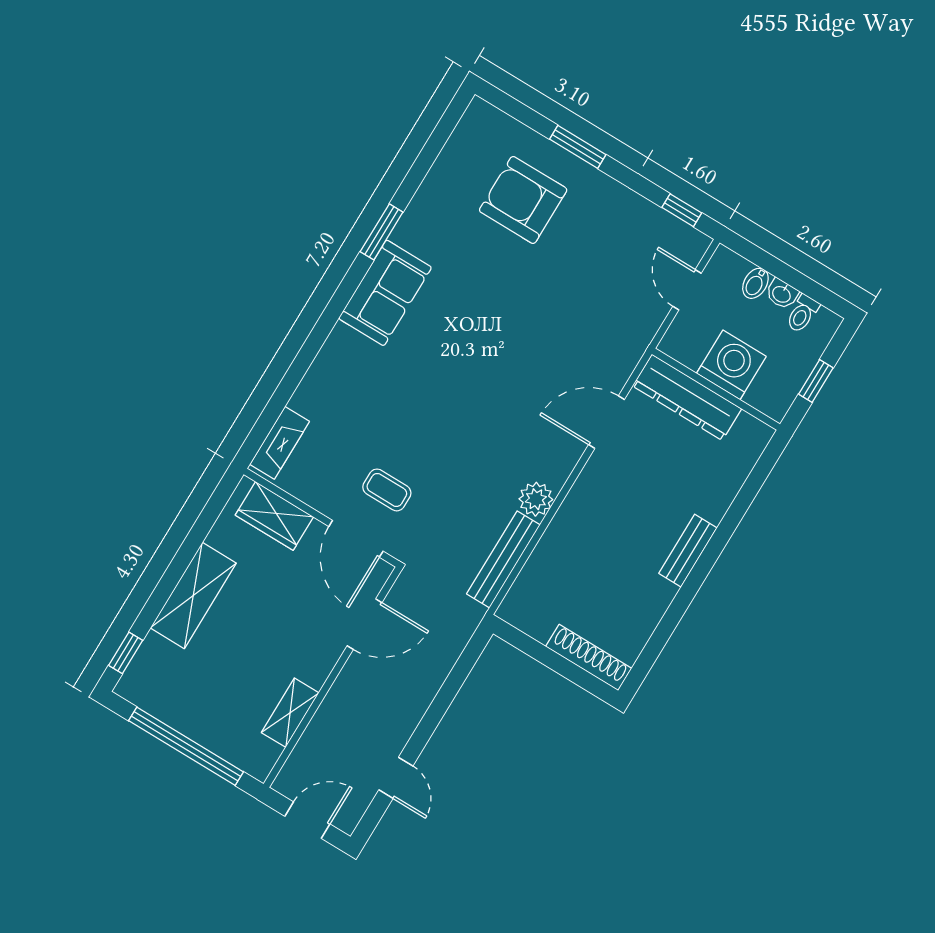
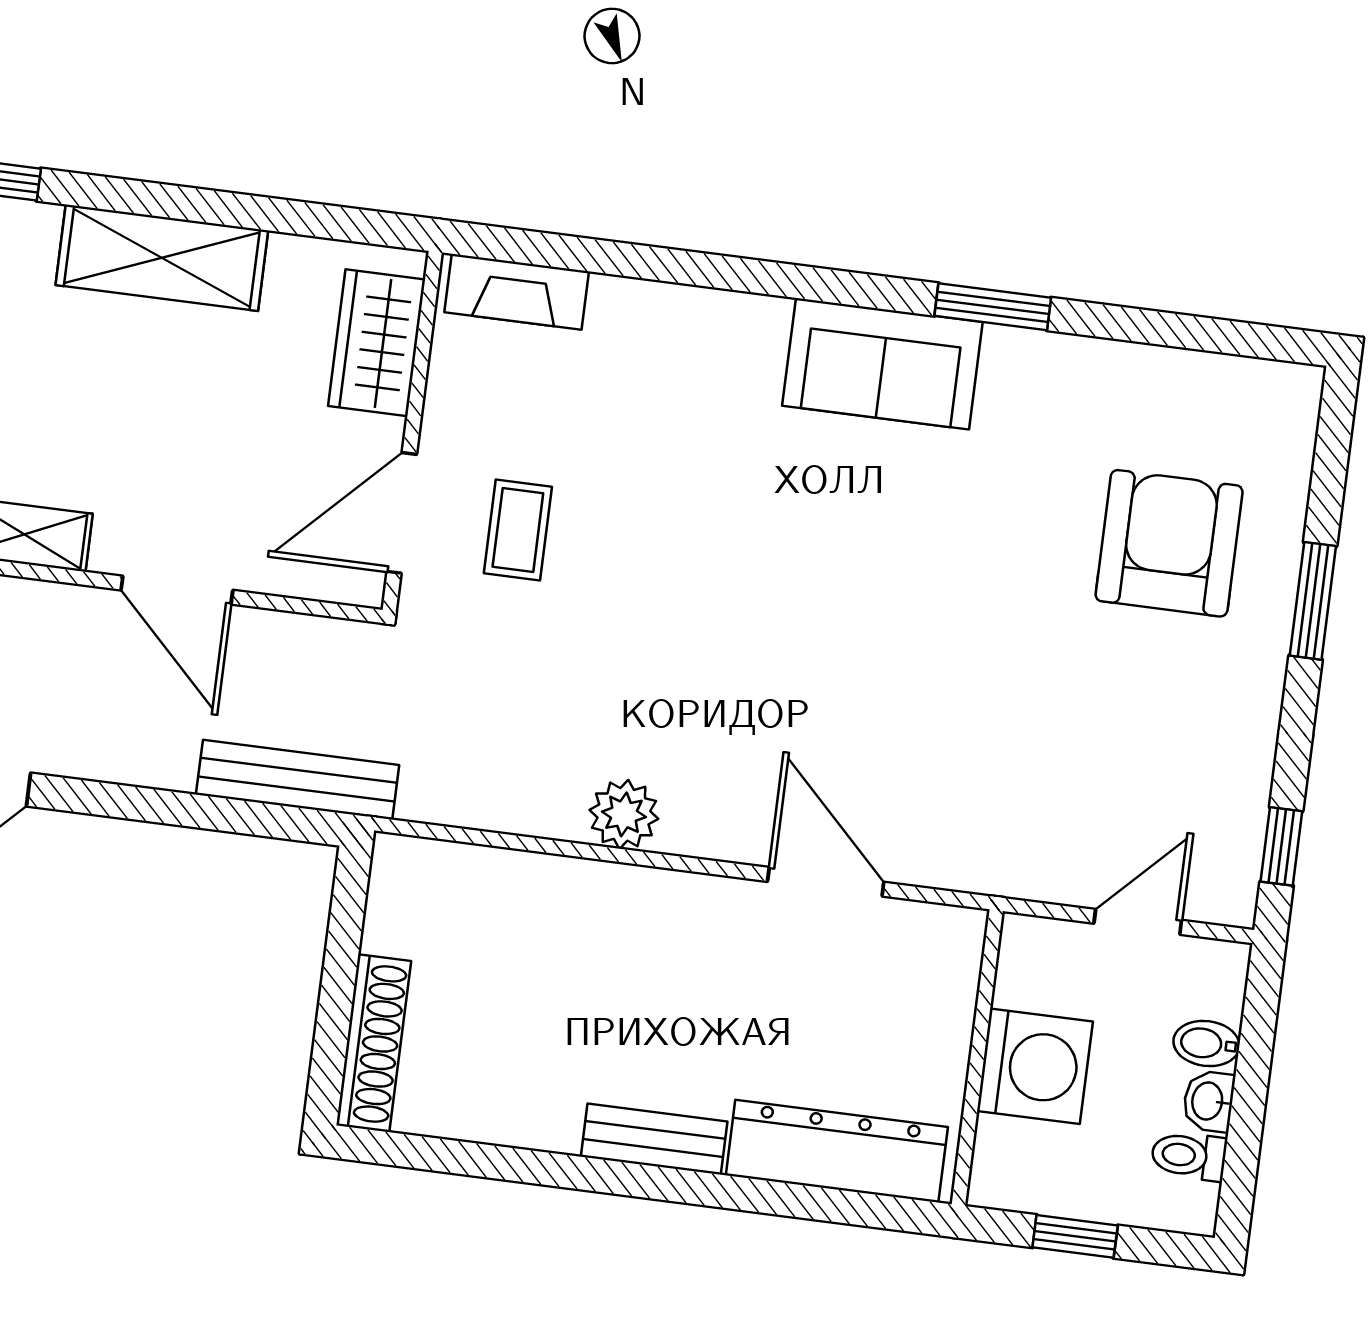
dresser: (687, 397) -> (837, 1151), moved, turned 90
bench: (503, 559) -> (298, 780), moved
door: (365, 624) -> (177, 590), moved

